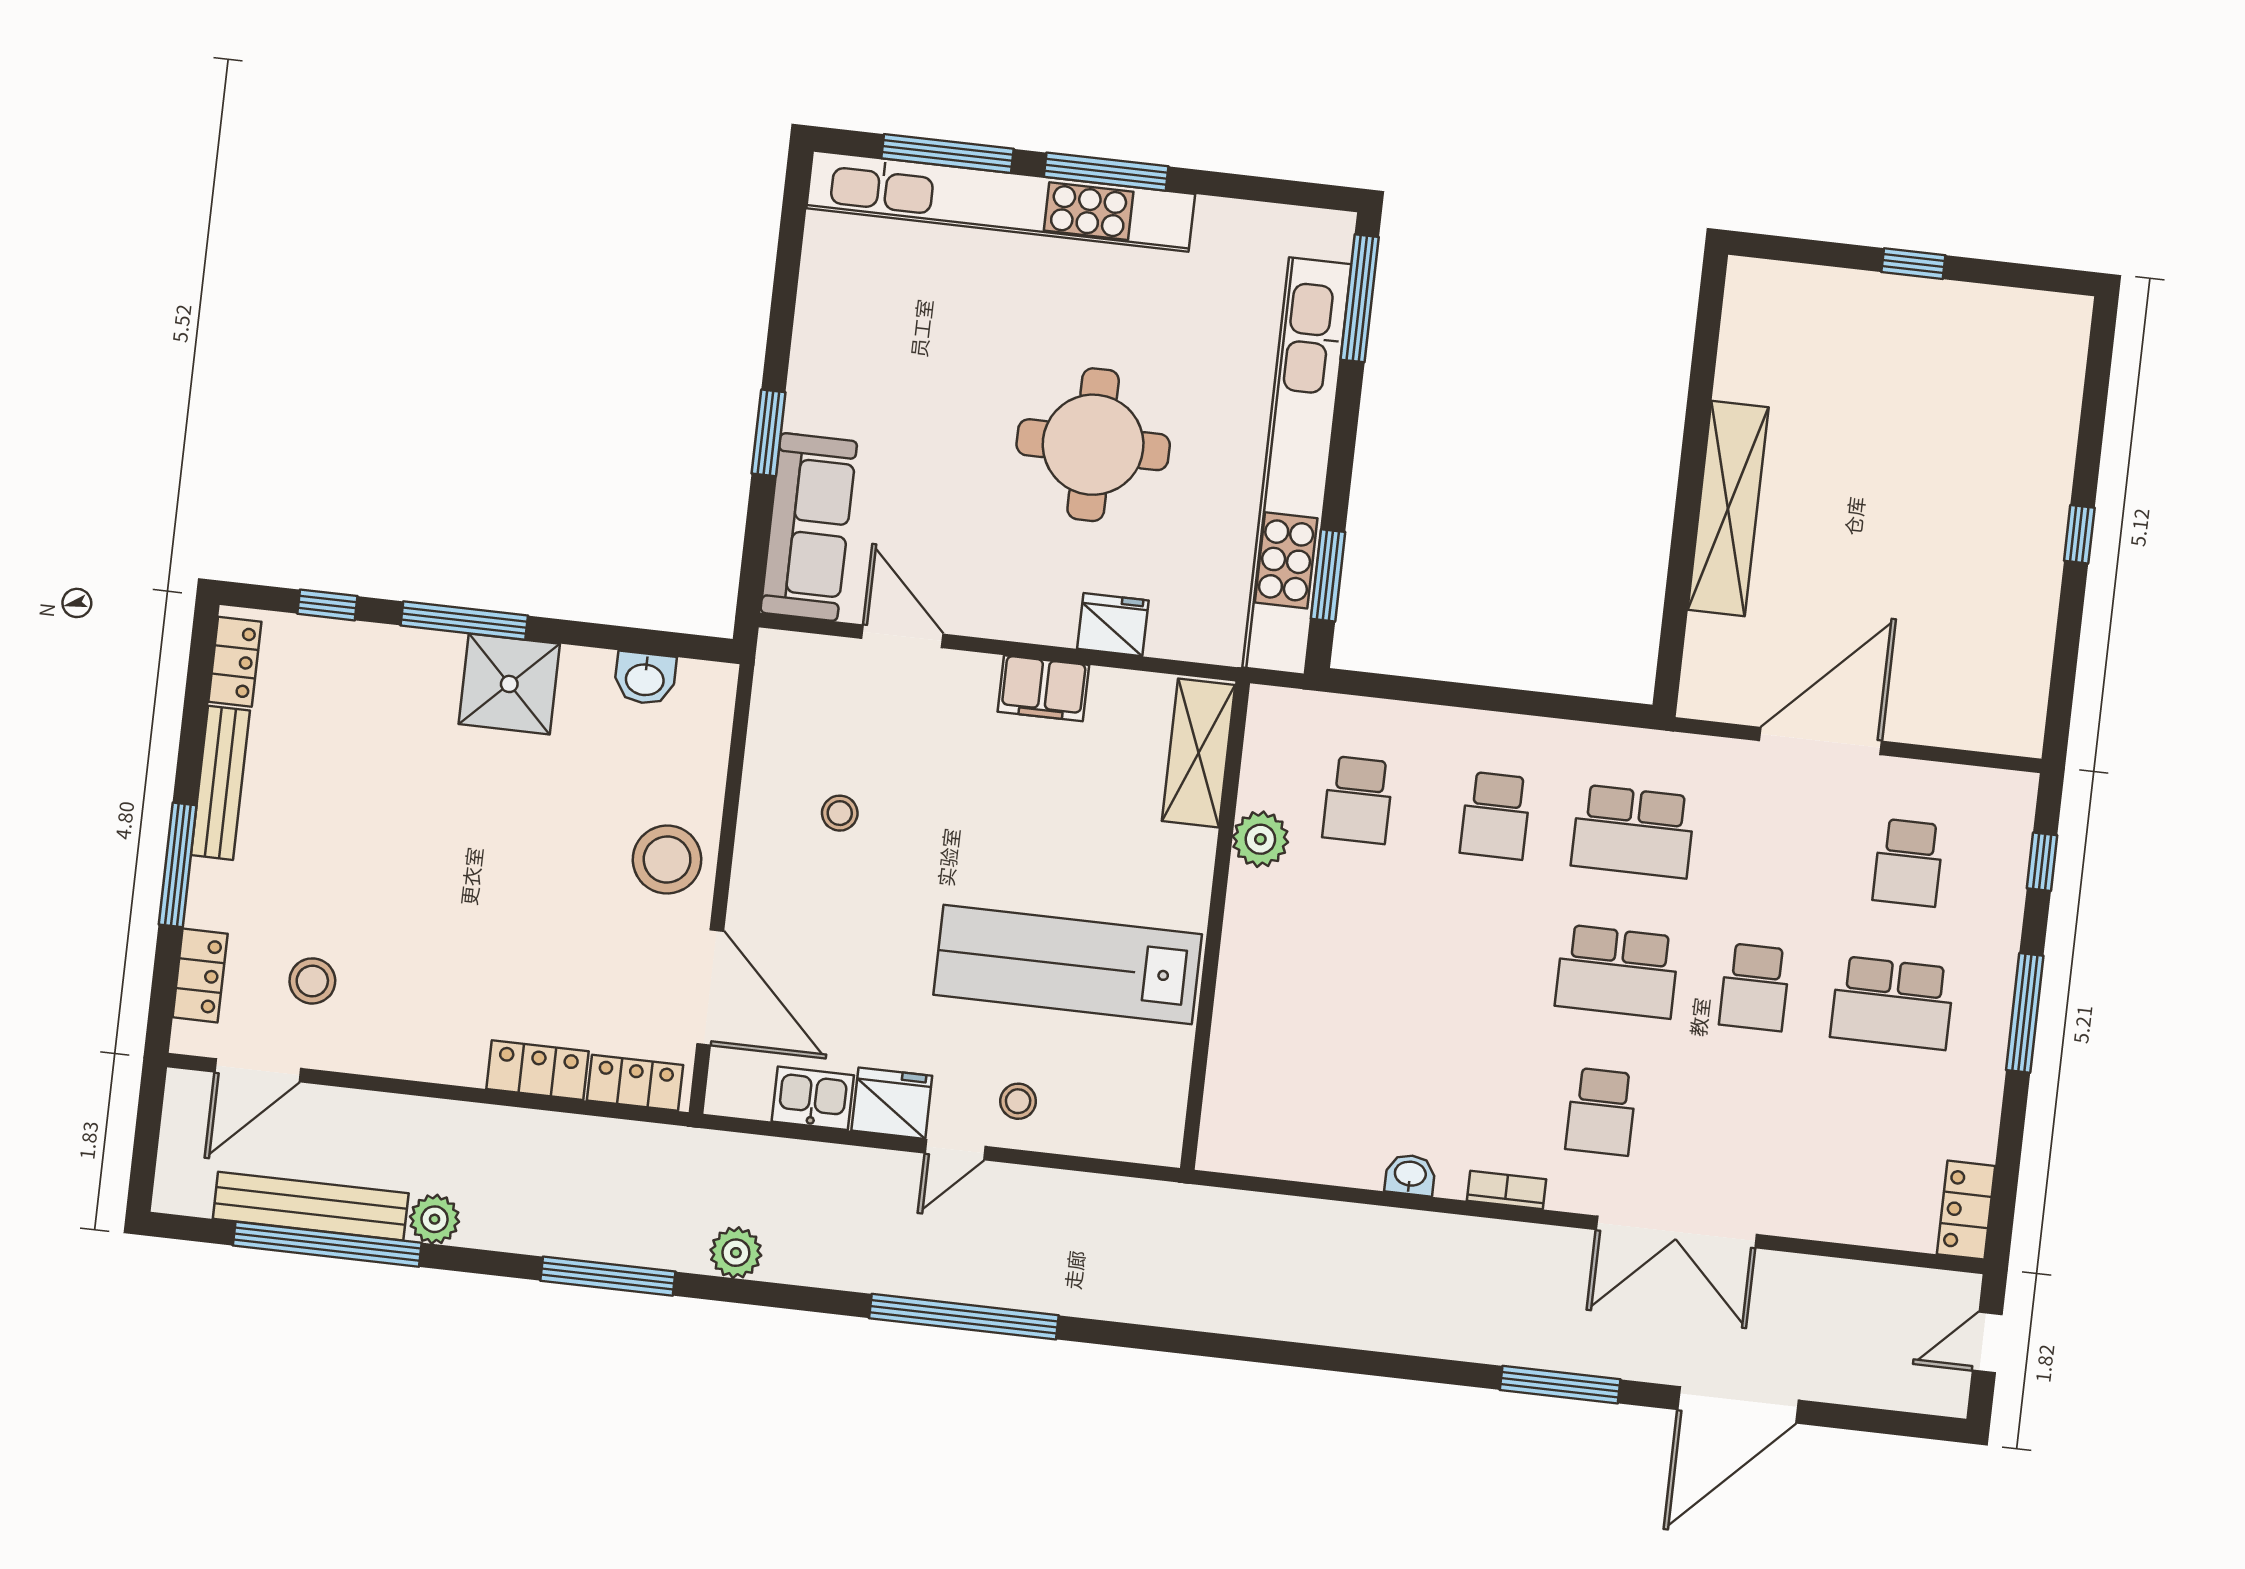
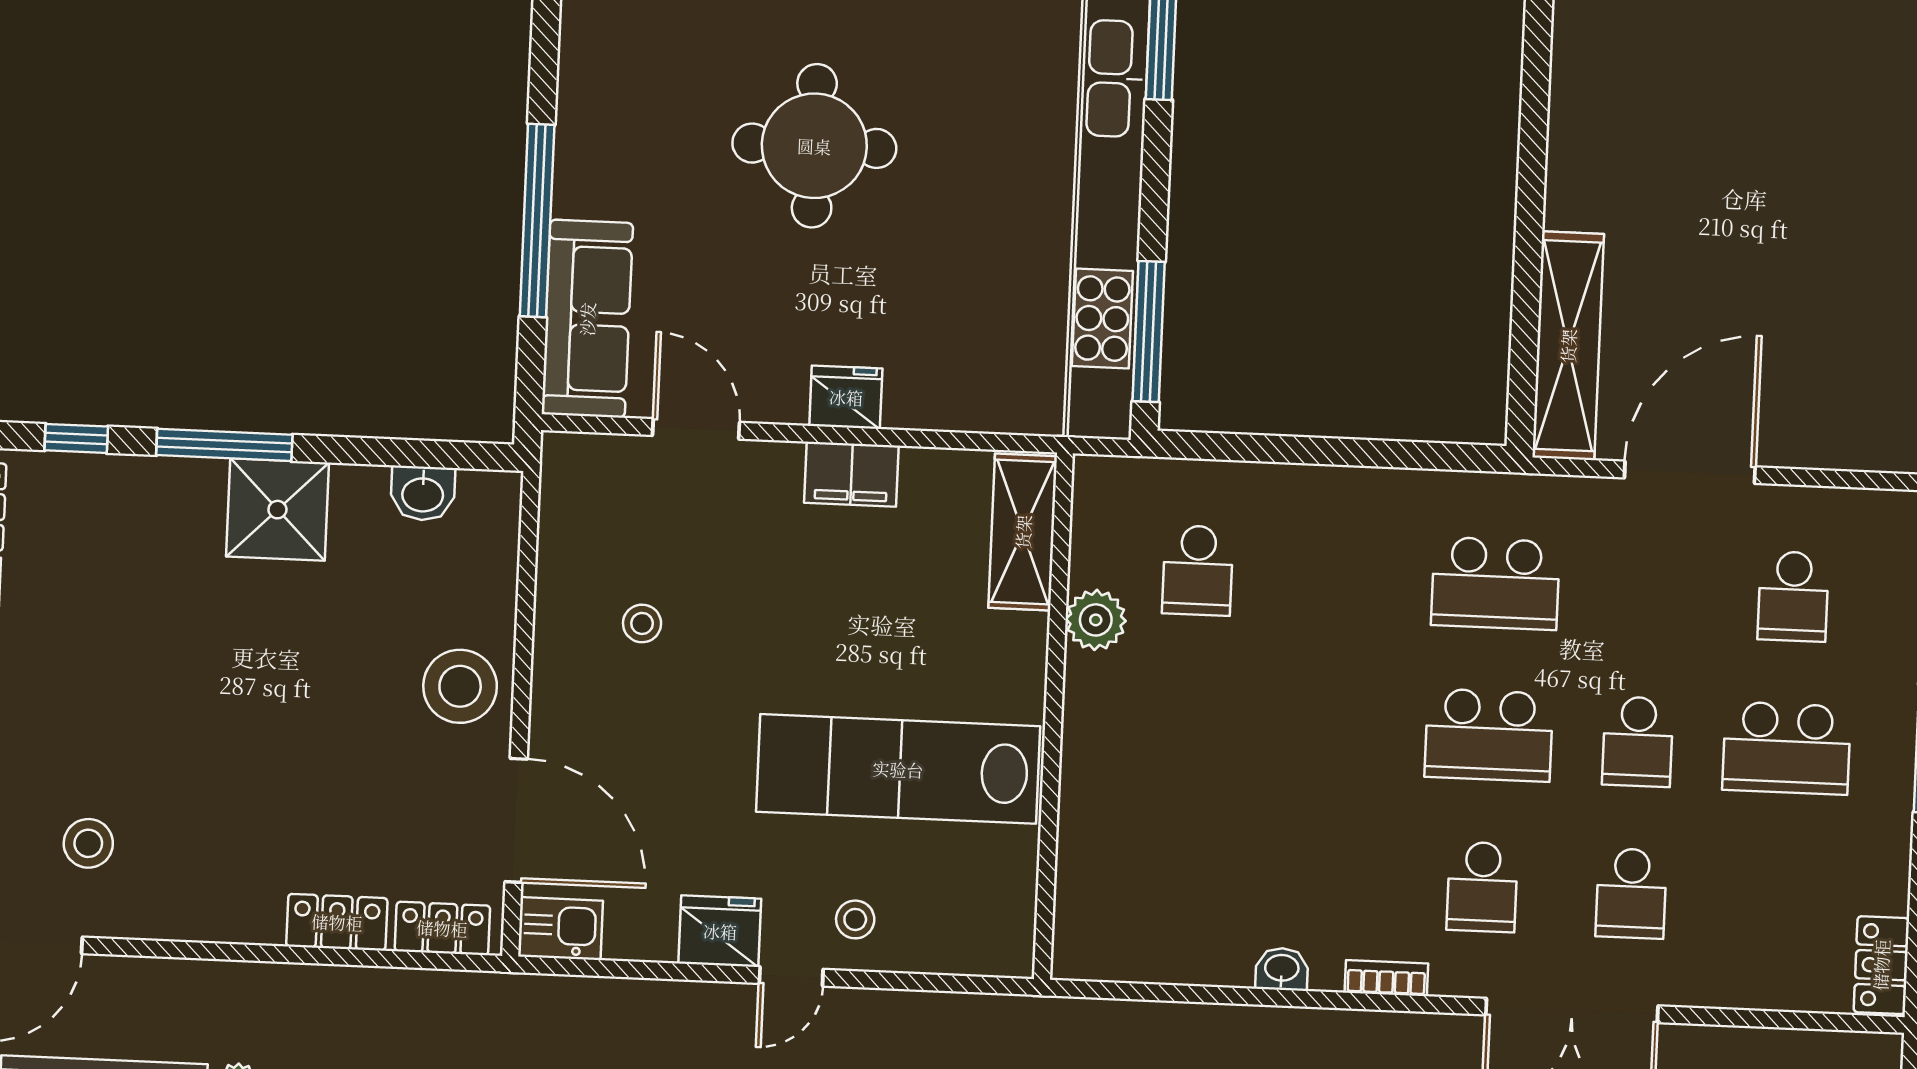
window: (769, 433) -> (537, 221), width x2.11
round table: (1093, 445) -> (814, 146), moved
shelving: (1728, 509) -> (1568, 346), moved
window: (1328, 575) -> (1149, 331), width x1.44
fridge: (1113, 625) -> (846, 397), moved
school desk: (1496, 816) -> (1631, 893), moved
kitchen sink: (813, 1098) -> (560, 929), moved

